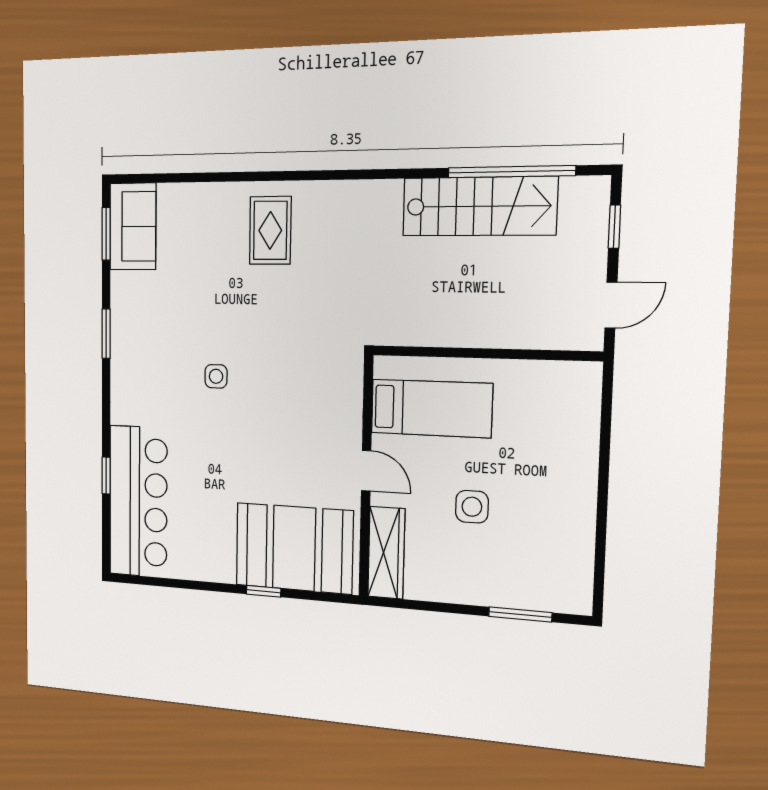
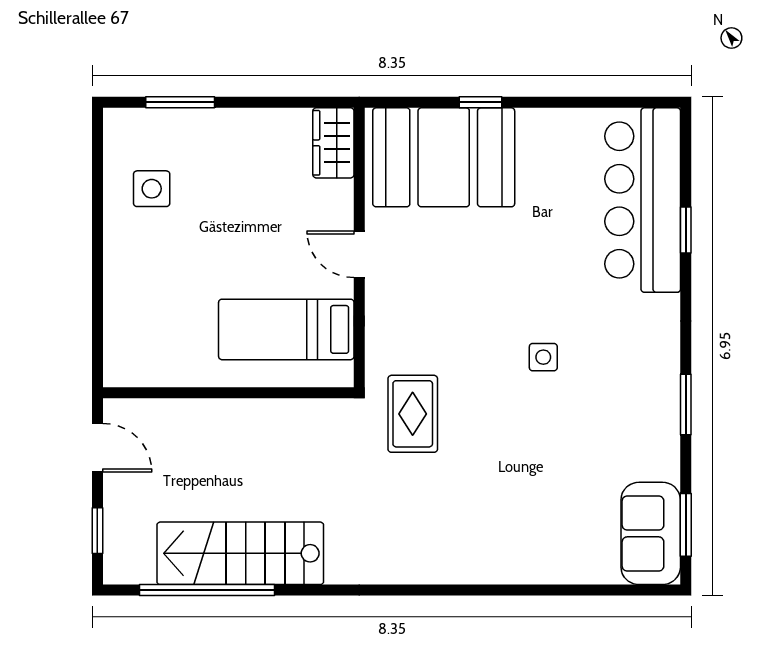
rug: (270, 230) -> (413, 414), moved
door: (611, 305) -> (97, 448), swing flipped
side table: (472, 507) -> (152, 189), moved
wardrobe: (386, 553) -> (333, 143), width x0.67

